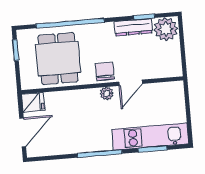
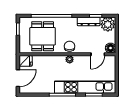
floor lamp: (174, 69) -> (111, 48), added
door: (131, 83) -> (98, 54), moved
kitchen unit: (150, 137) -> (85, 87), width x1.36

